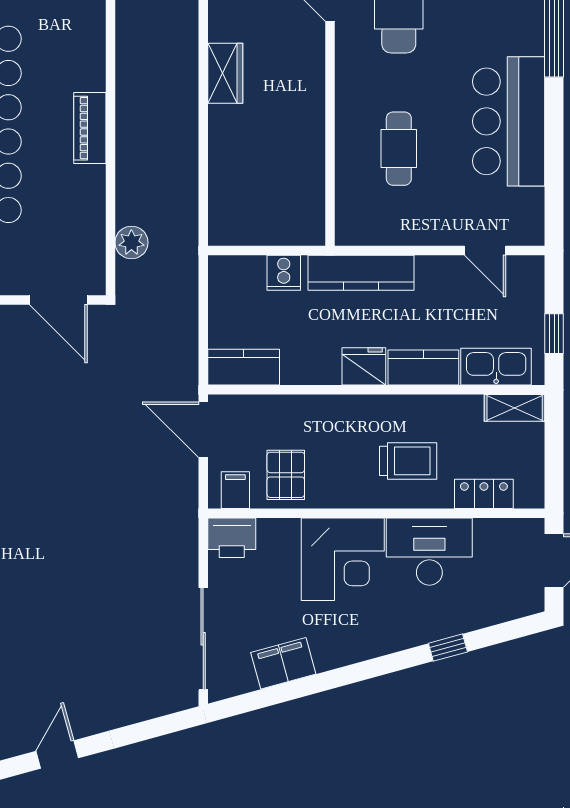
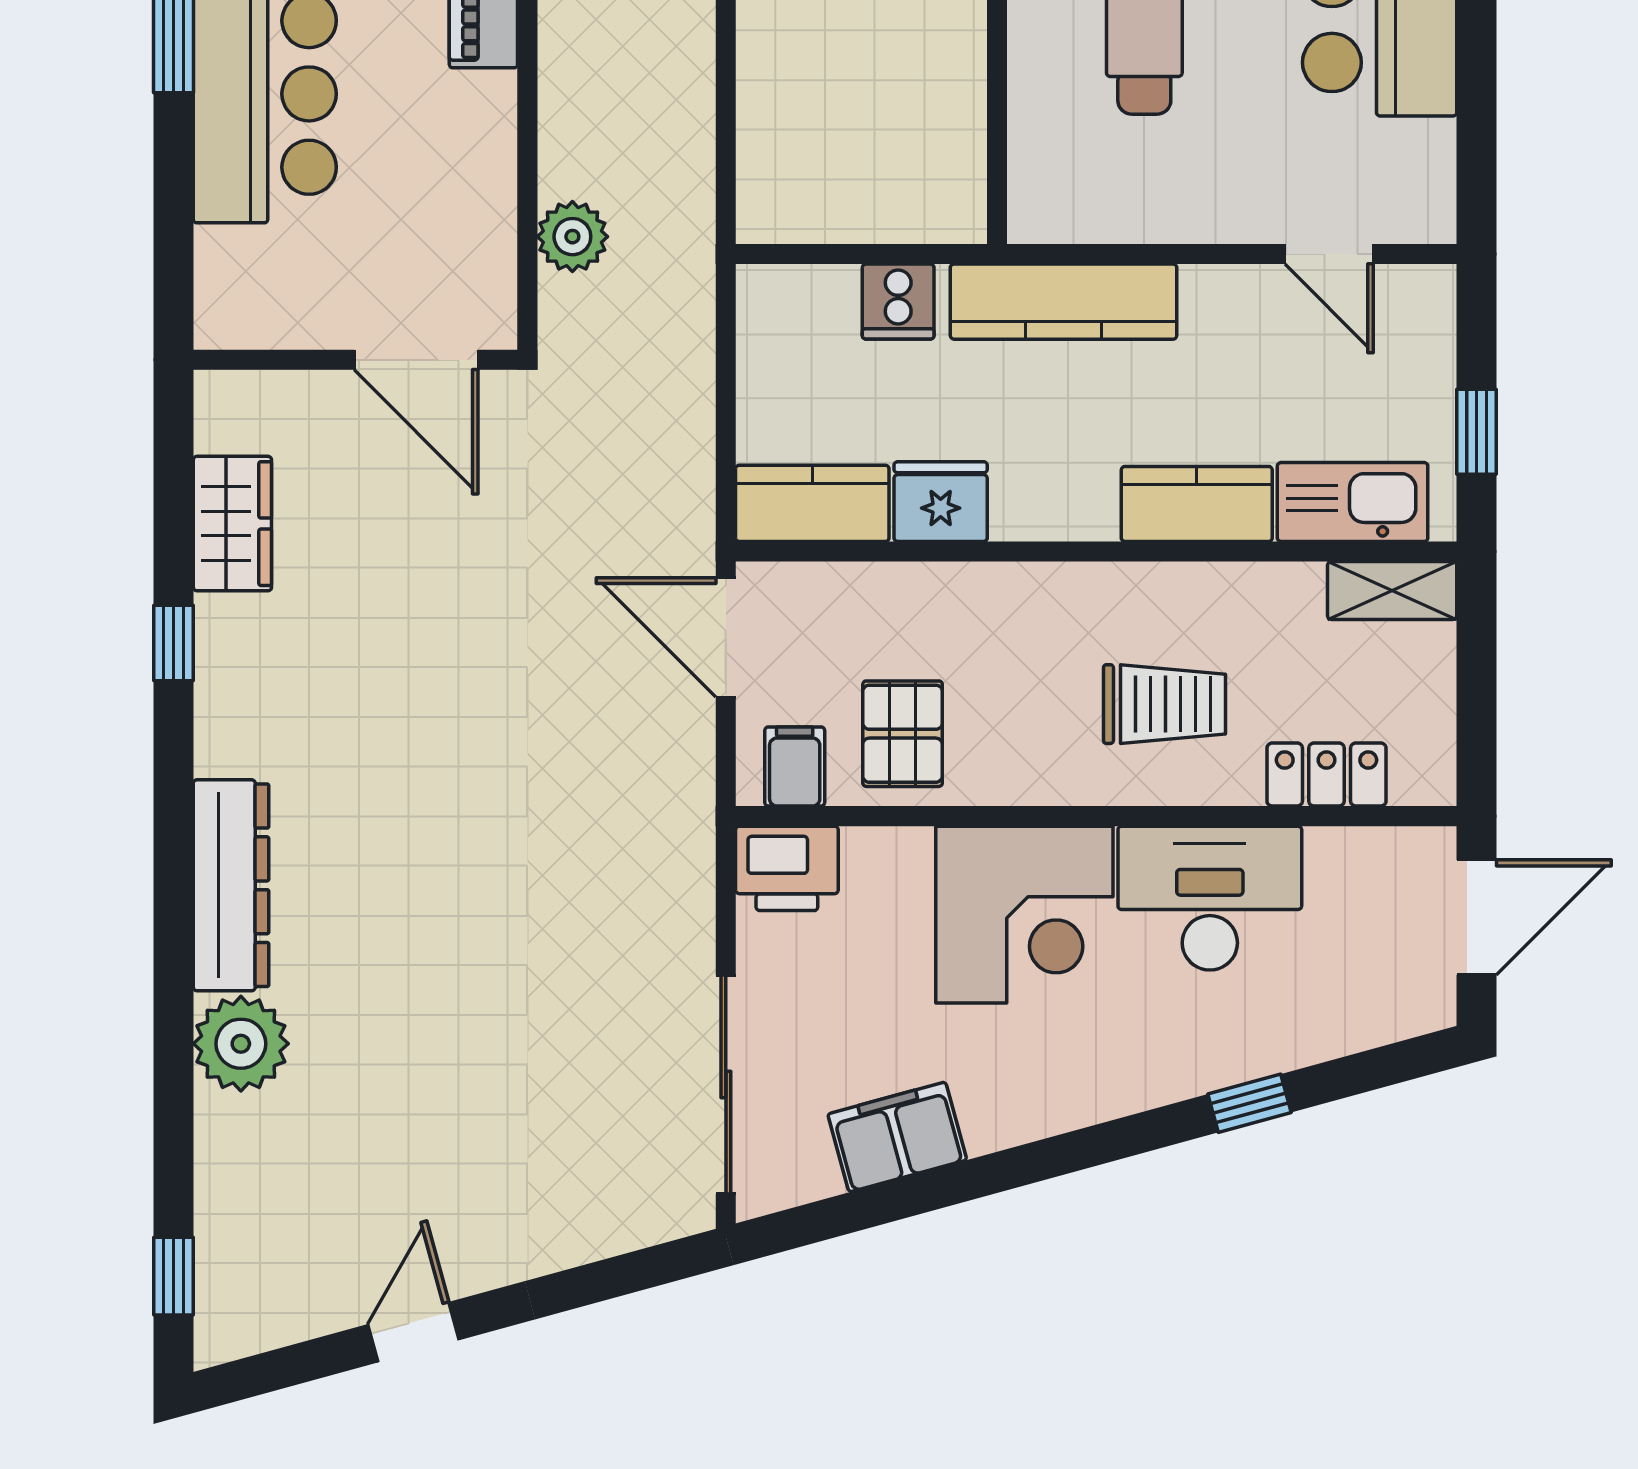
fridge: (364, 366) -> (941, 502), moved

